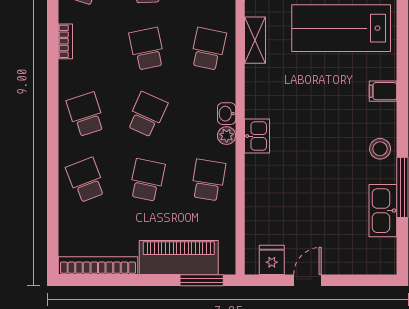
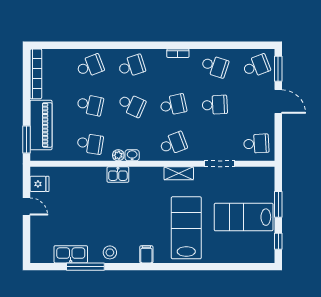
school desk: (208, 49) -> (173, 144), turned -33

